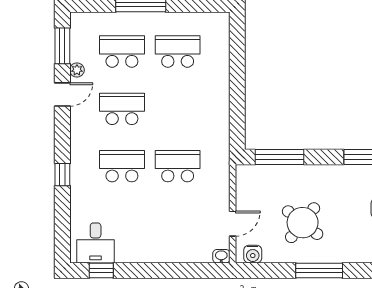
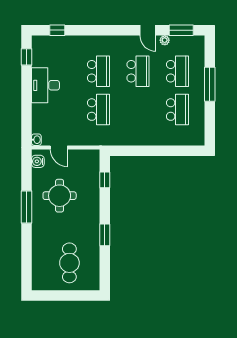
window: (280, 157) -> (105, 180), width x0.46
window: (62, 175) -> (57, 30), moved
round table: (303, 223) -> (60, 196), turned -38
desk: (96, 243) -> (46, 85), moved, width x1.37

